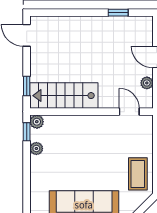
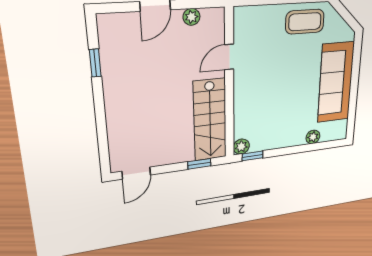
door: (129, 112) -> (229, 57), moved
plant: (36, 149) -> (313, 137), moved

